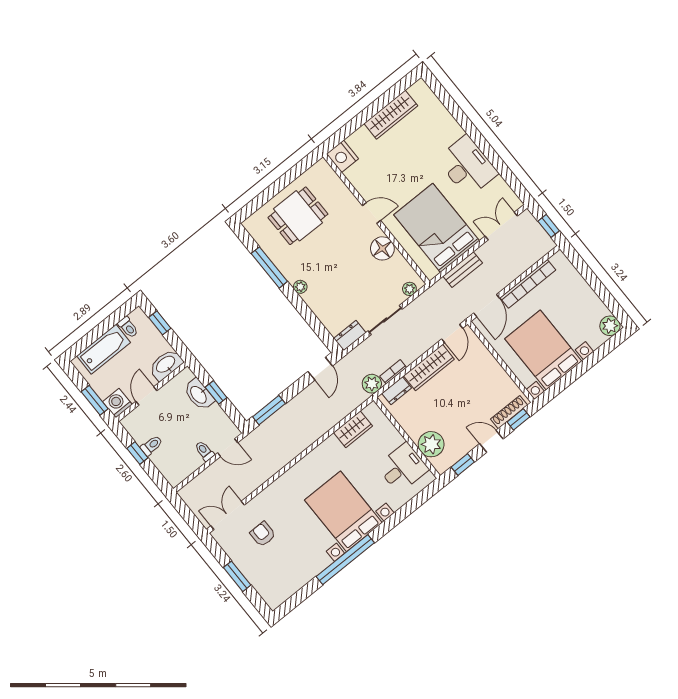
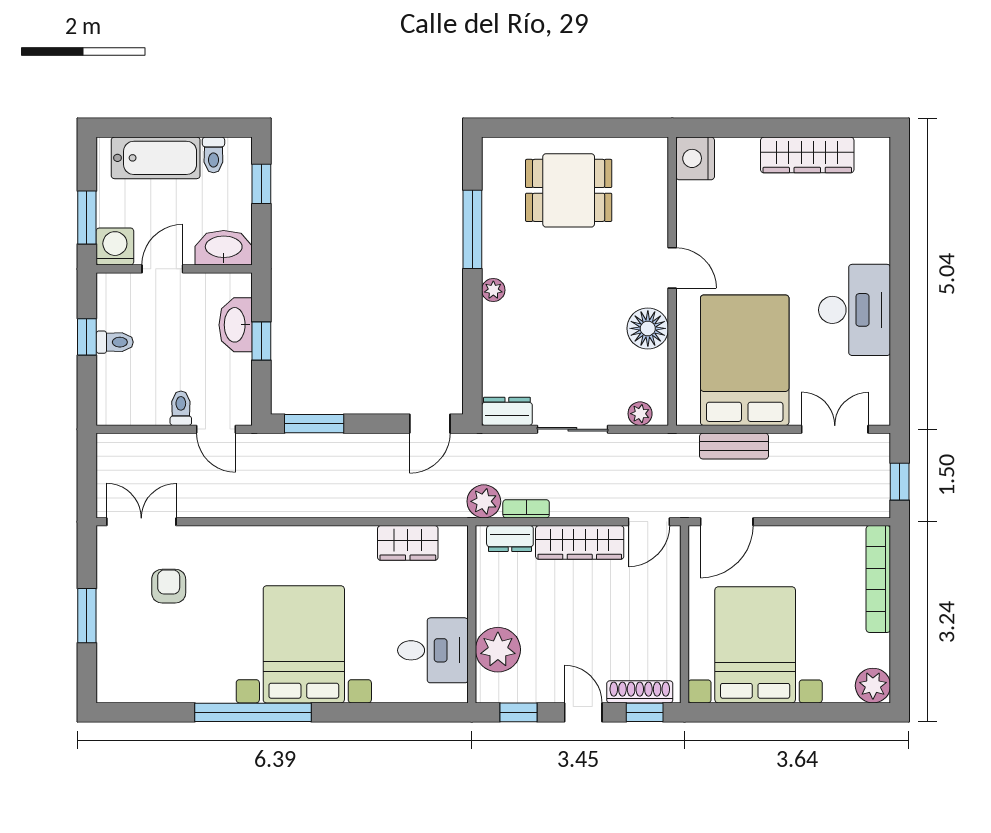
bookcase: (528, 284) -> (878, 579), moved, turned 90

